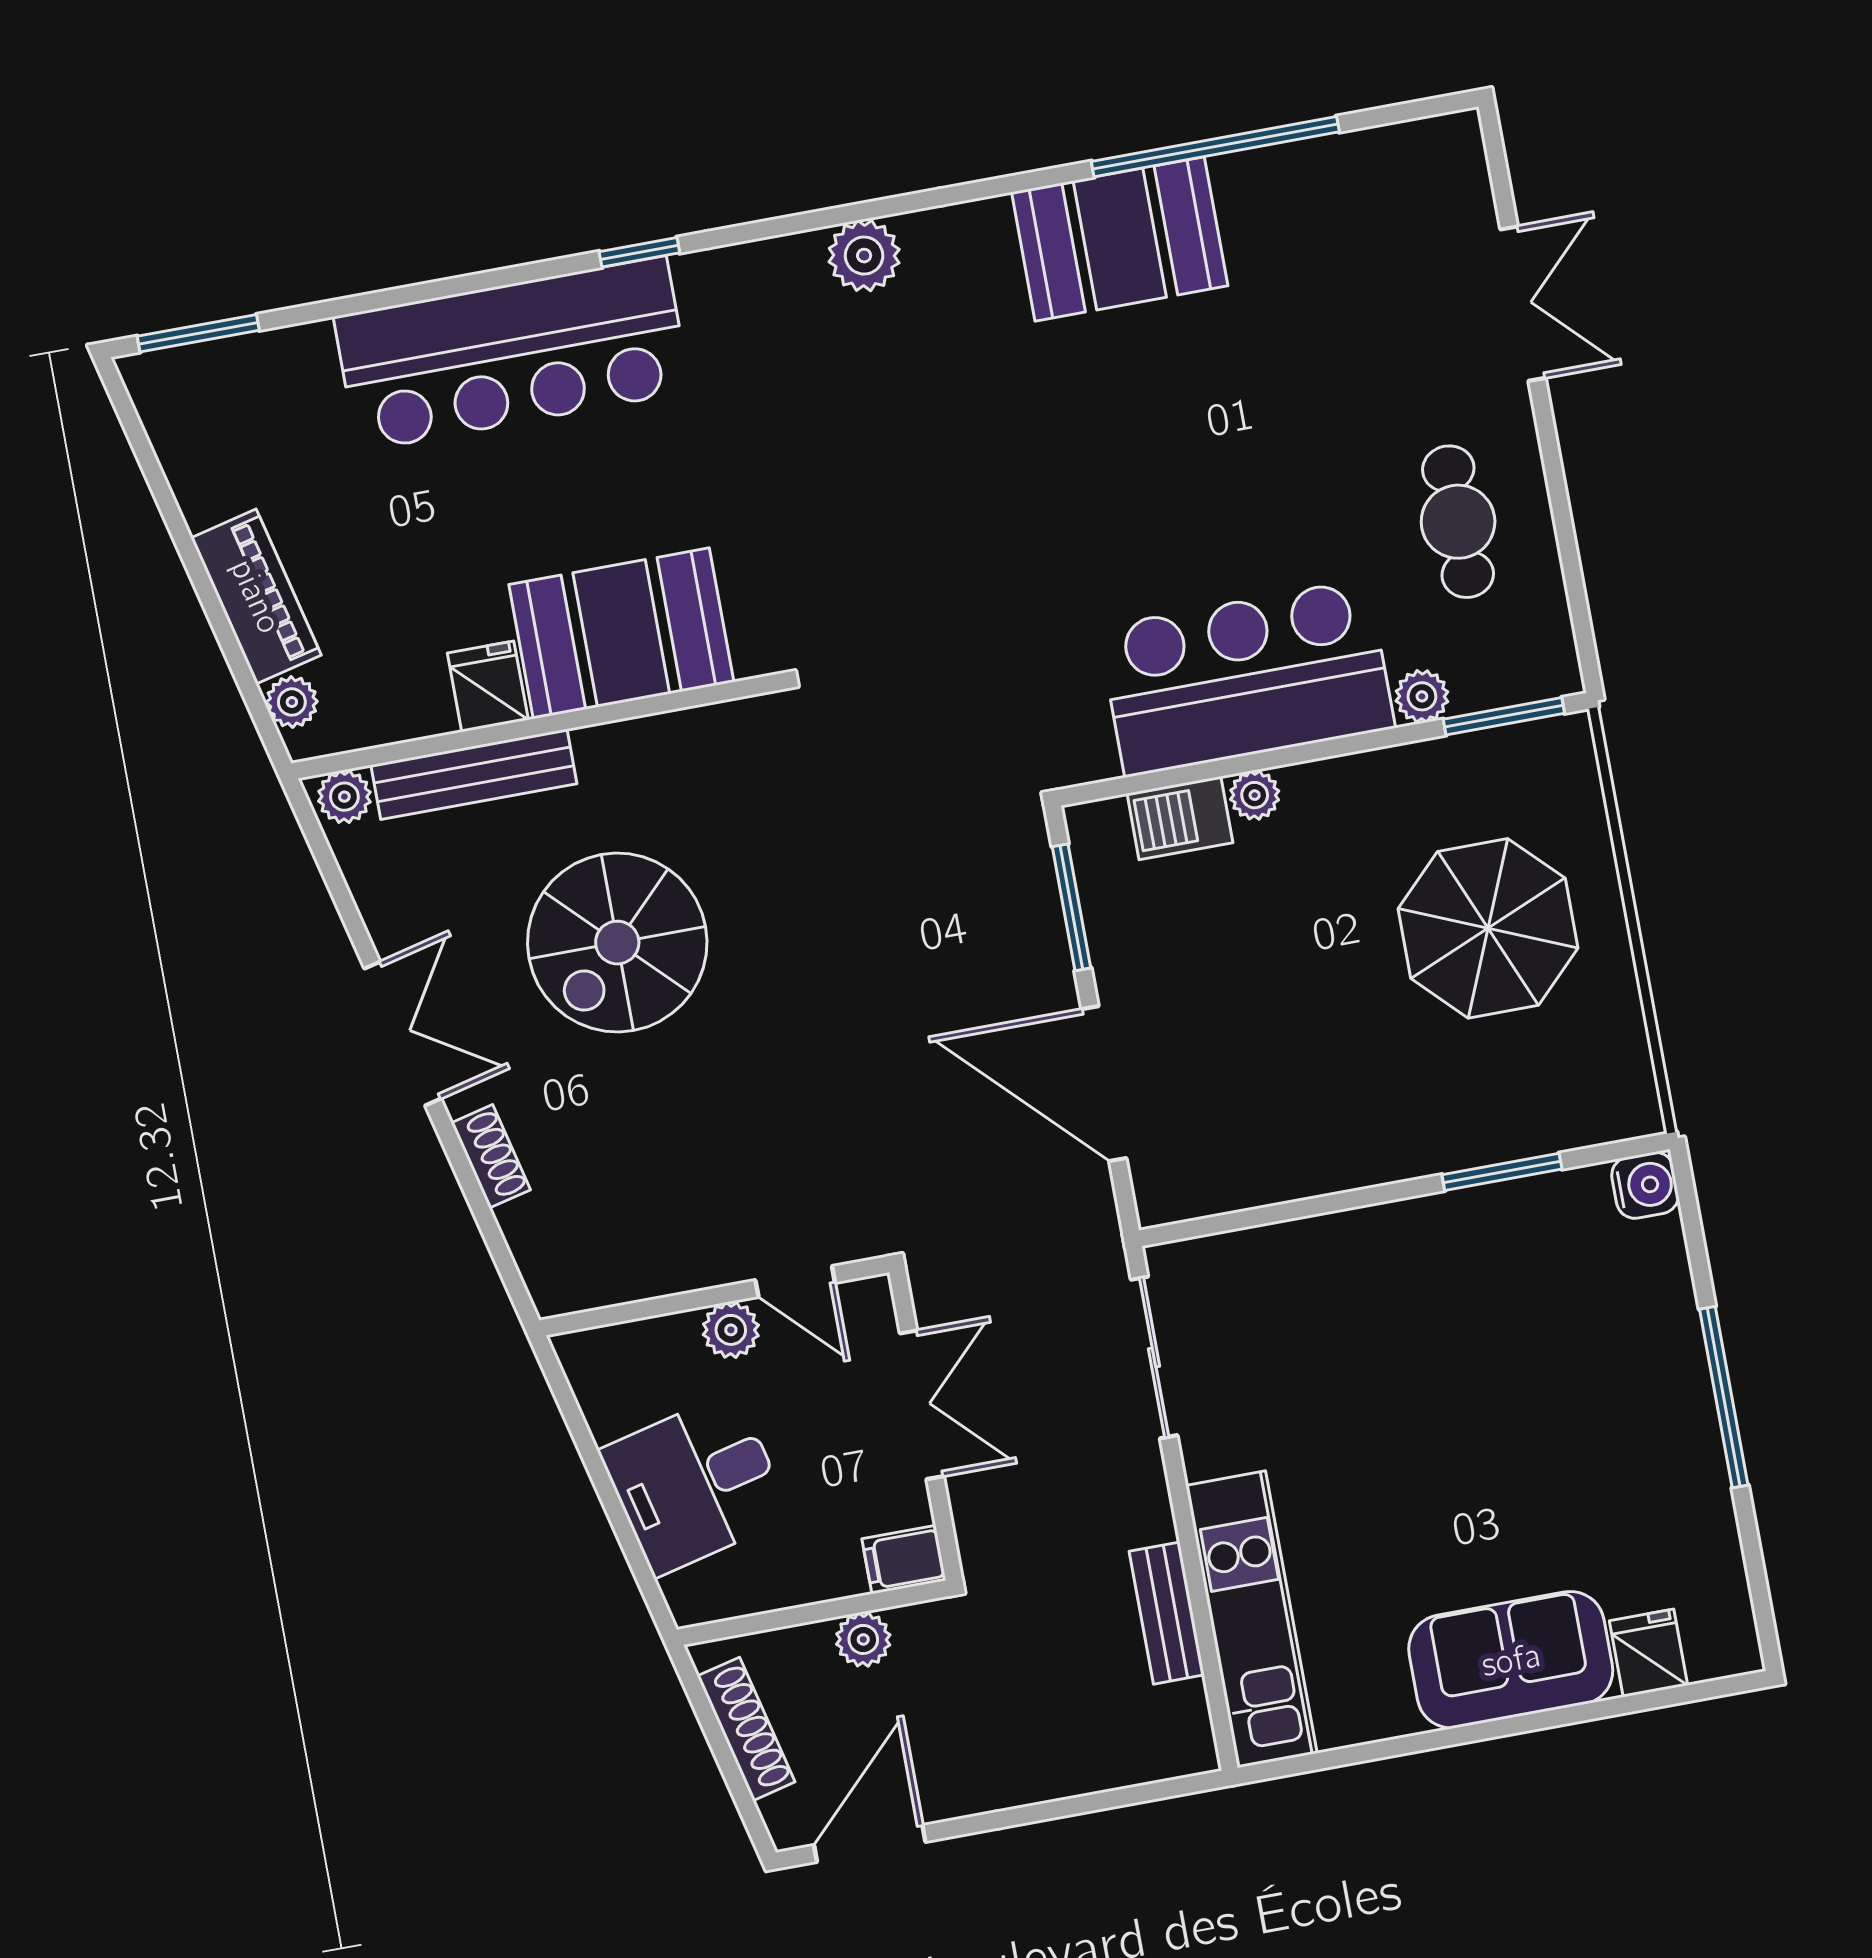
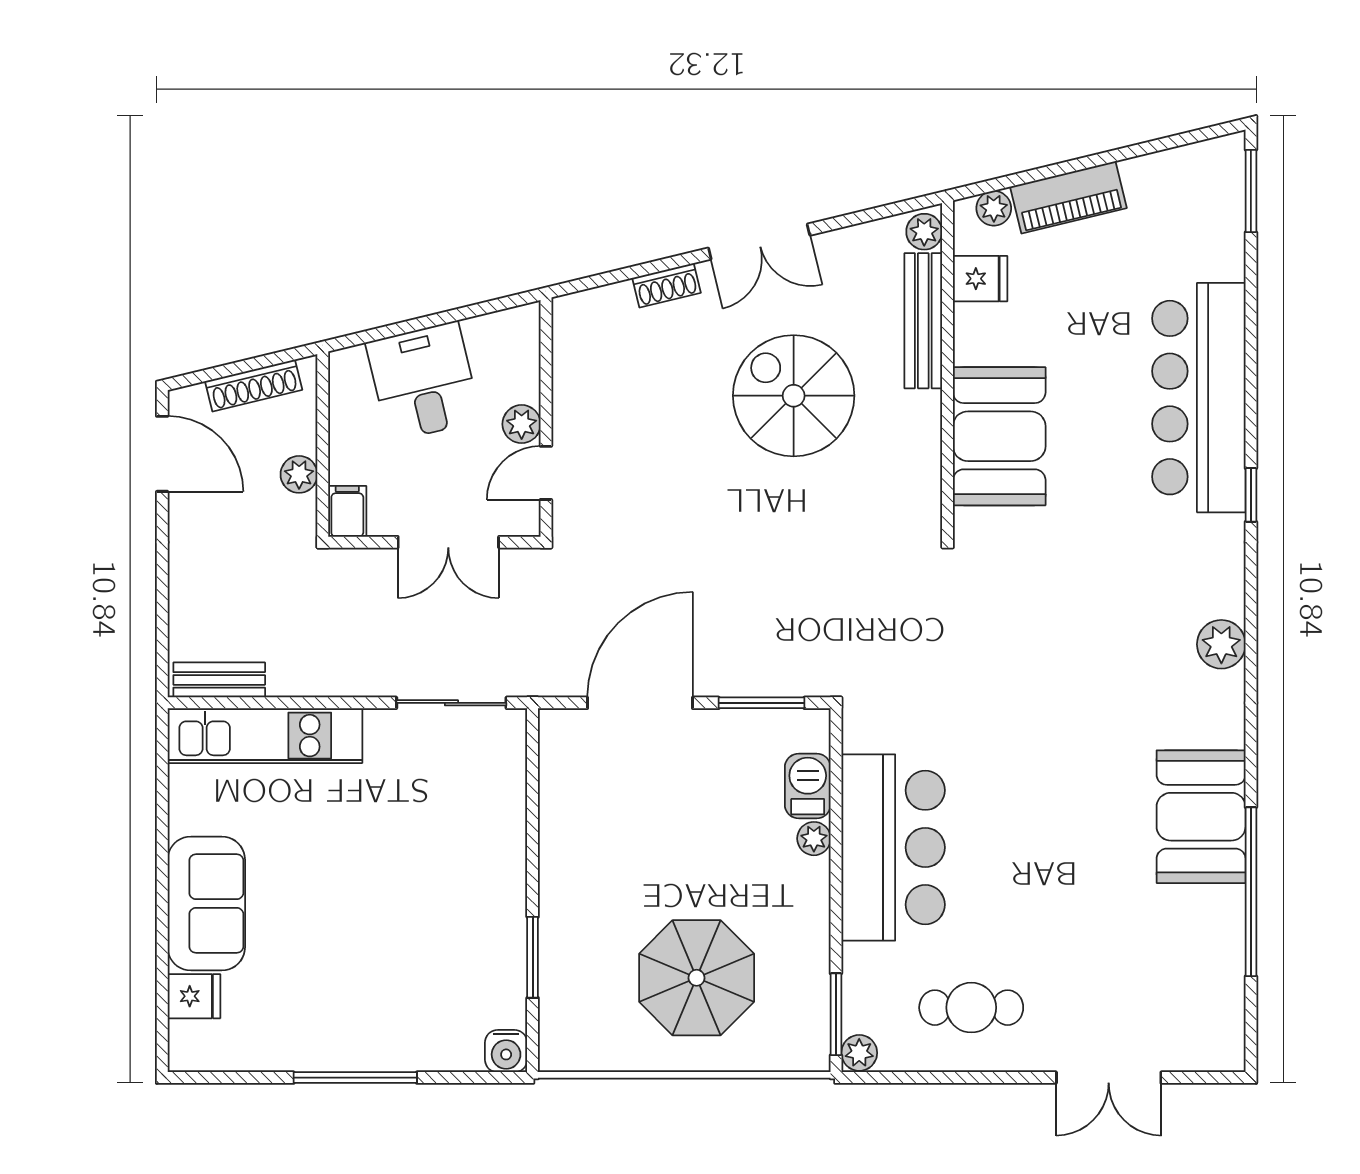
fridge: (488, 686) -> (980, 279), moved
plant: (1422, 696) -> (859, 1053), moved
bench: (1167, 1613) -> (219, 680), moved

